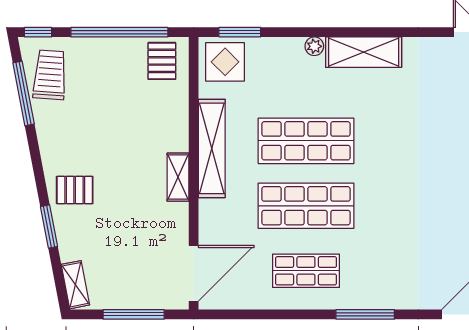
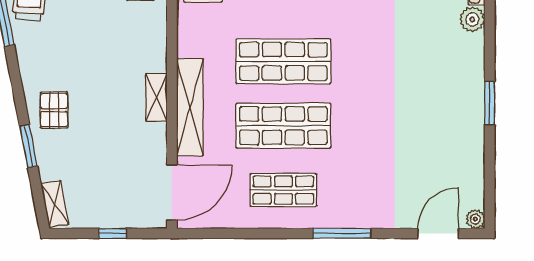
shelving: (212, 148) -> (190, 107), moved
pallet: (75, 190) -> (54, 110), turned 90
window: (134, 314) -> (113, 233), width x0.46

